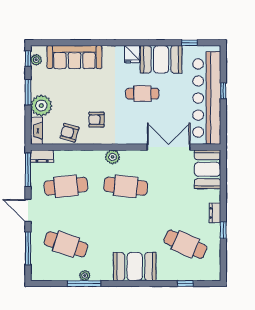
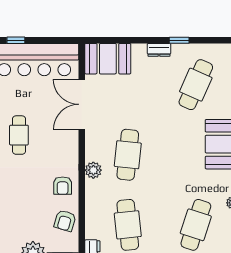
armchair: (96, 120) -> (63, 186), moved

